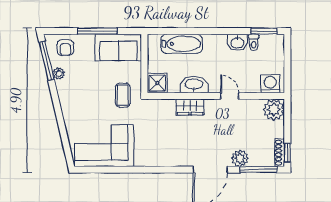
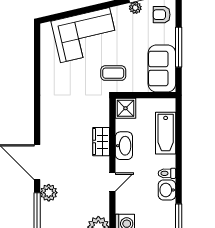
toilet: (254, 42) -> (167, 173), moved
corner sofa: (104, 146) -> (85, 35), moved, turned 77

